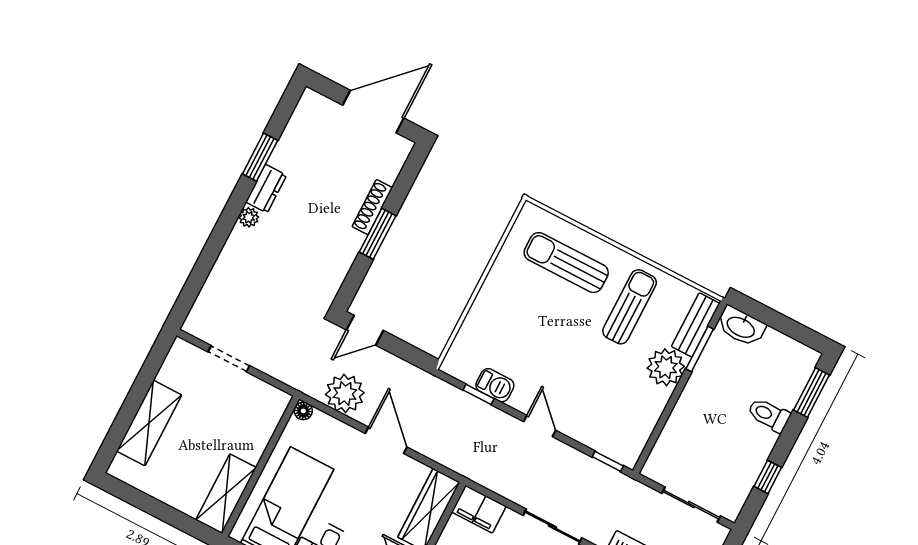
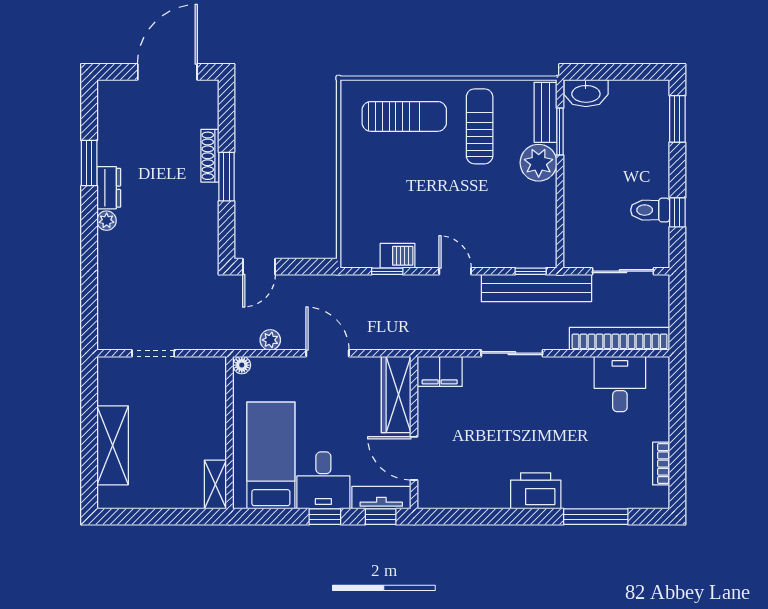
sun lounger: (566, 263) -> (404, 116), turned 180
plant: (345, 394) -> (270, 340), width x0.53, depth x0.53
toilet: (769, 415) -> (650, 210), moved
bench: (605, 479) -> (536, 288), added
shelving: (226, 494) -> (215, 484), width x0.67, depth x0.75

